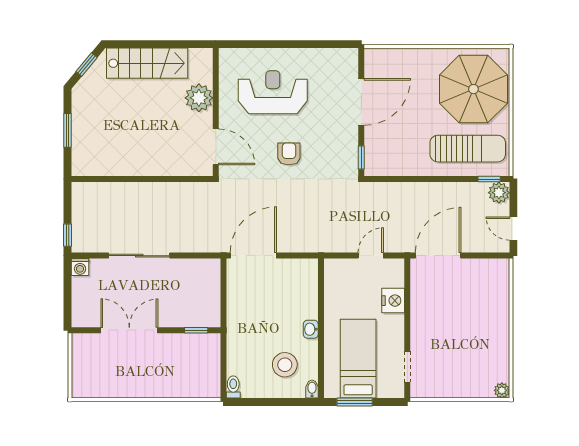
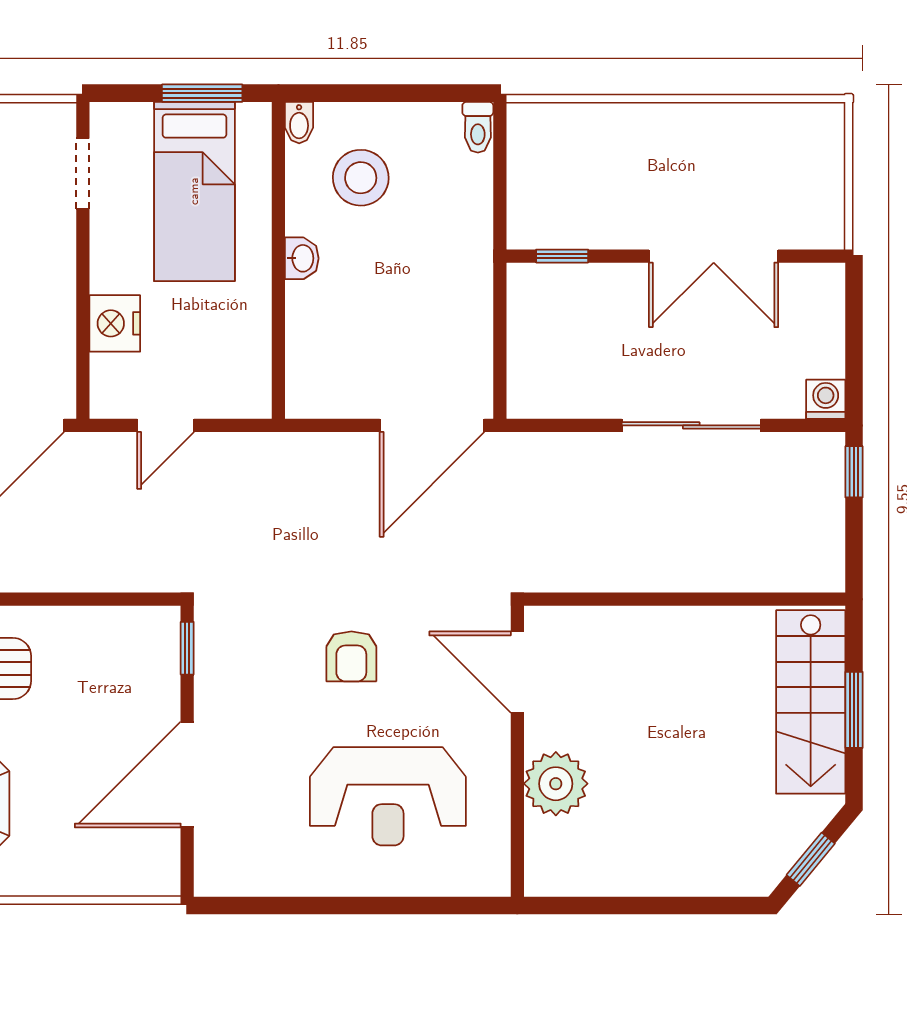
stairs: (147, 63) -> (811, 702), moved, turned -90

